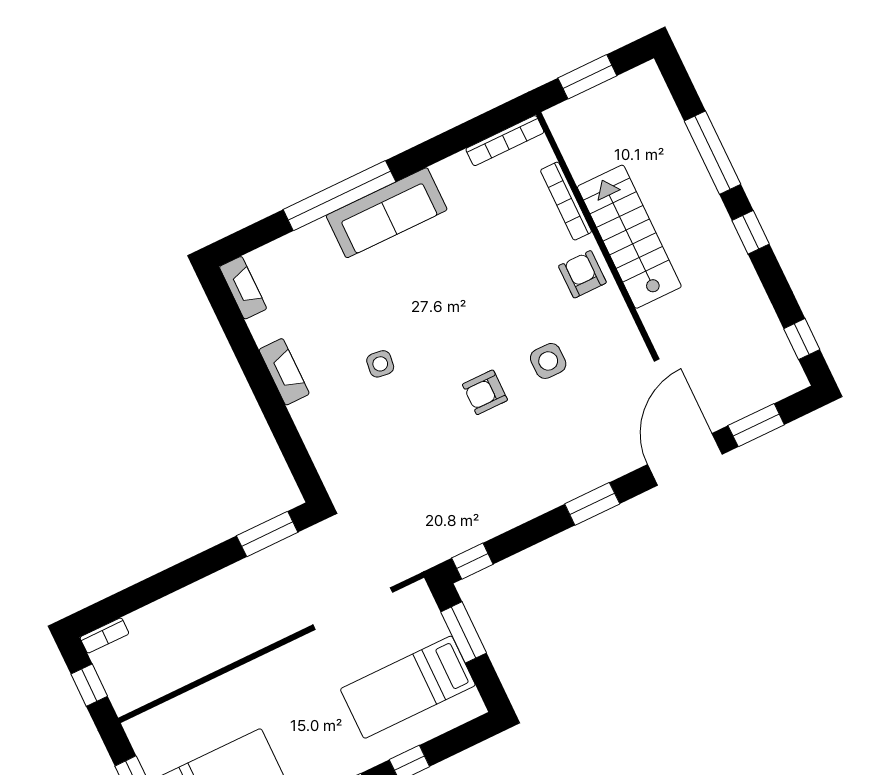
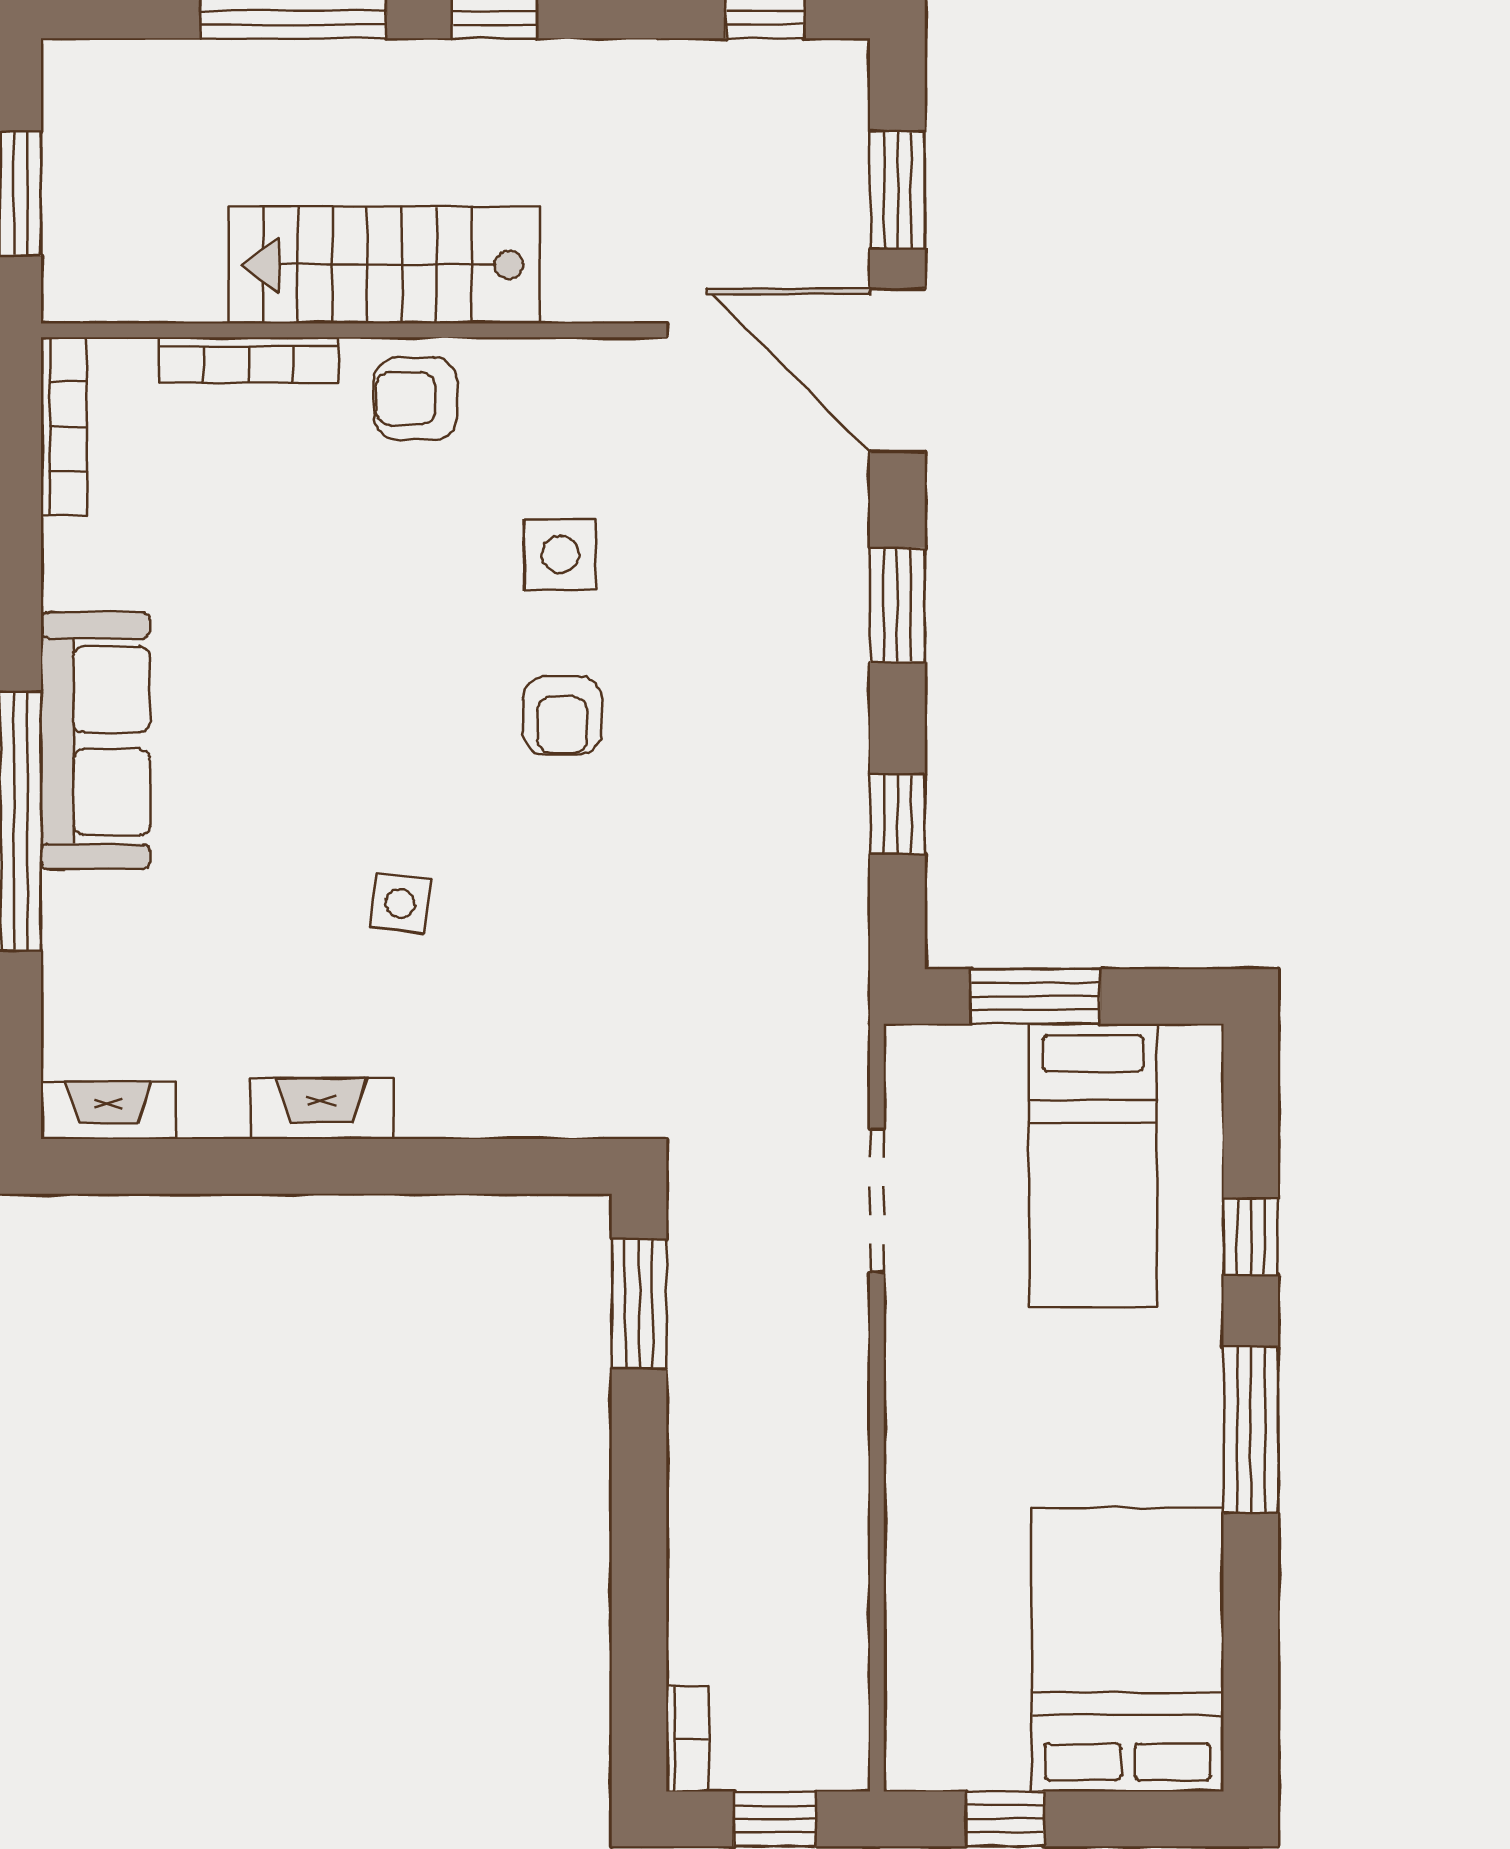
window: (472, 561) -> (897, 814), moved
doorway: (353, 609) -> (877, 1201), width x0.73

